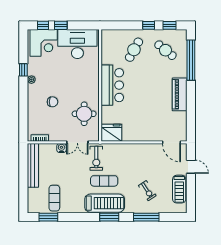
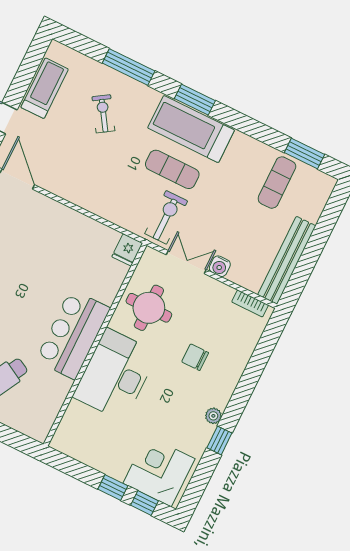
desk: (77, 44) -> (115, 375), moved, turned 90
fridge: (111, 133) -> (127, 250), width x0.53, depth x0.75

